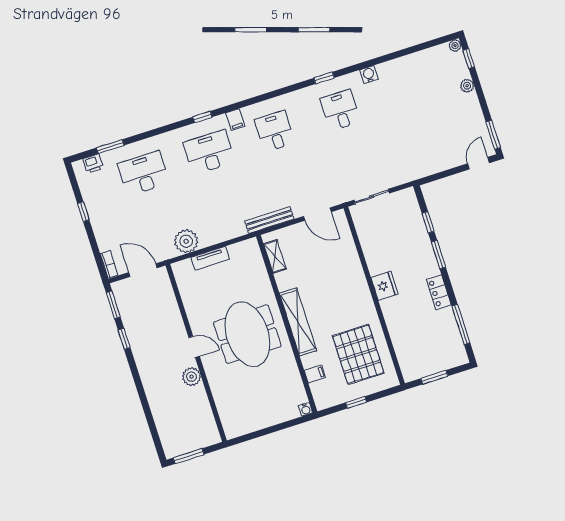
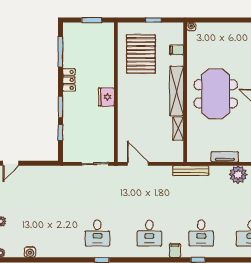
water cooler: (369, 75) -> (30, 252), moved
desk: (209, 152) -> (201, 233), width x0.73
bench: (269, 220) -> (191, 171), moved
shelving: (275, 256) -> (178, 129), moved

